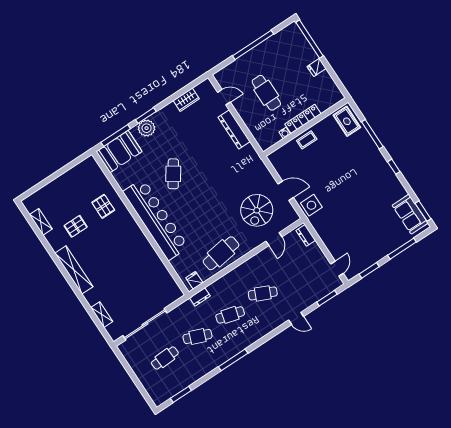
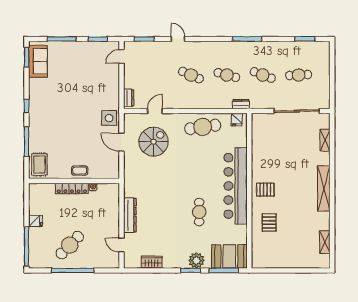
cafe table: (266, 93) -> (70, 245), moved, turned 44
cafe table: (173, 174) -> (199, 212), turned -34
pallet: (76, 226) -> (265, 190), moved

